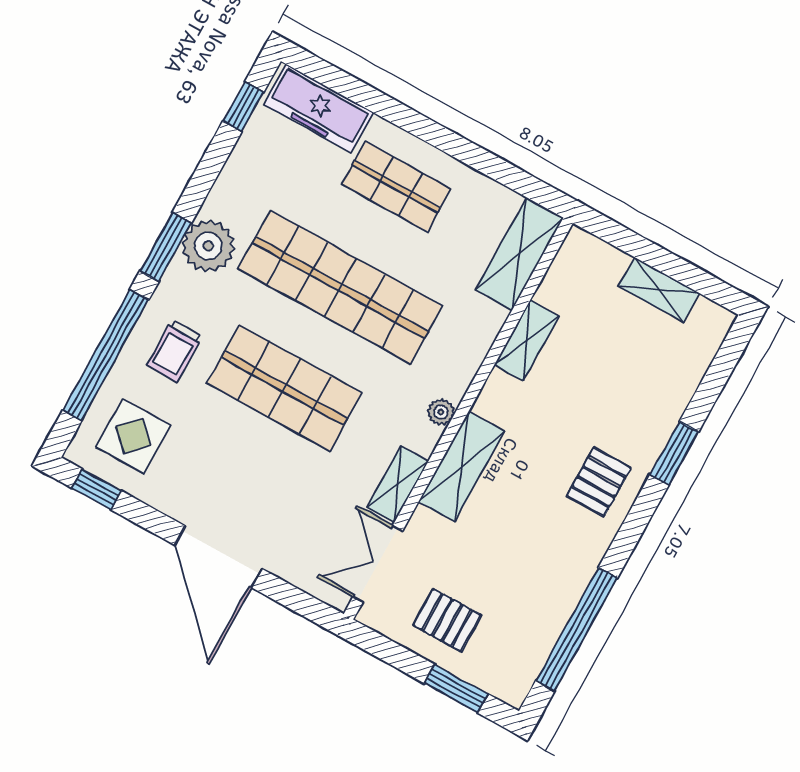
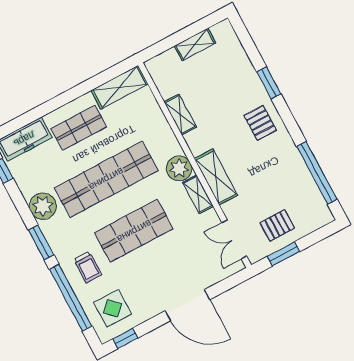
plant: (208, 246) -> (43, 206), moved
shelving: (519, 254) -> (120, 87), moved, turned 90
plant: (441, 412) -> (179, 168), width x1.88, depth x1.88
shelving: (398, 484) -> (198, 194), moved
window: (456, 689) -> (283, 254), moved

